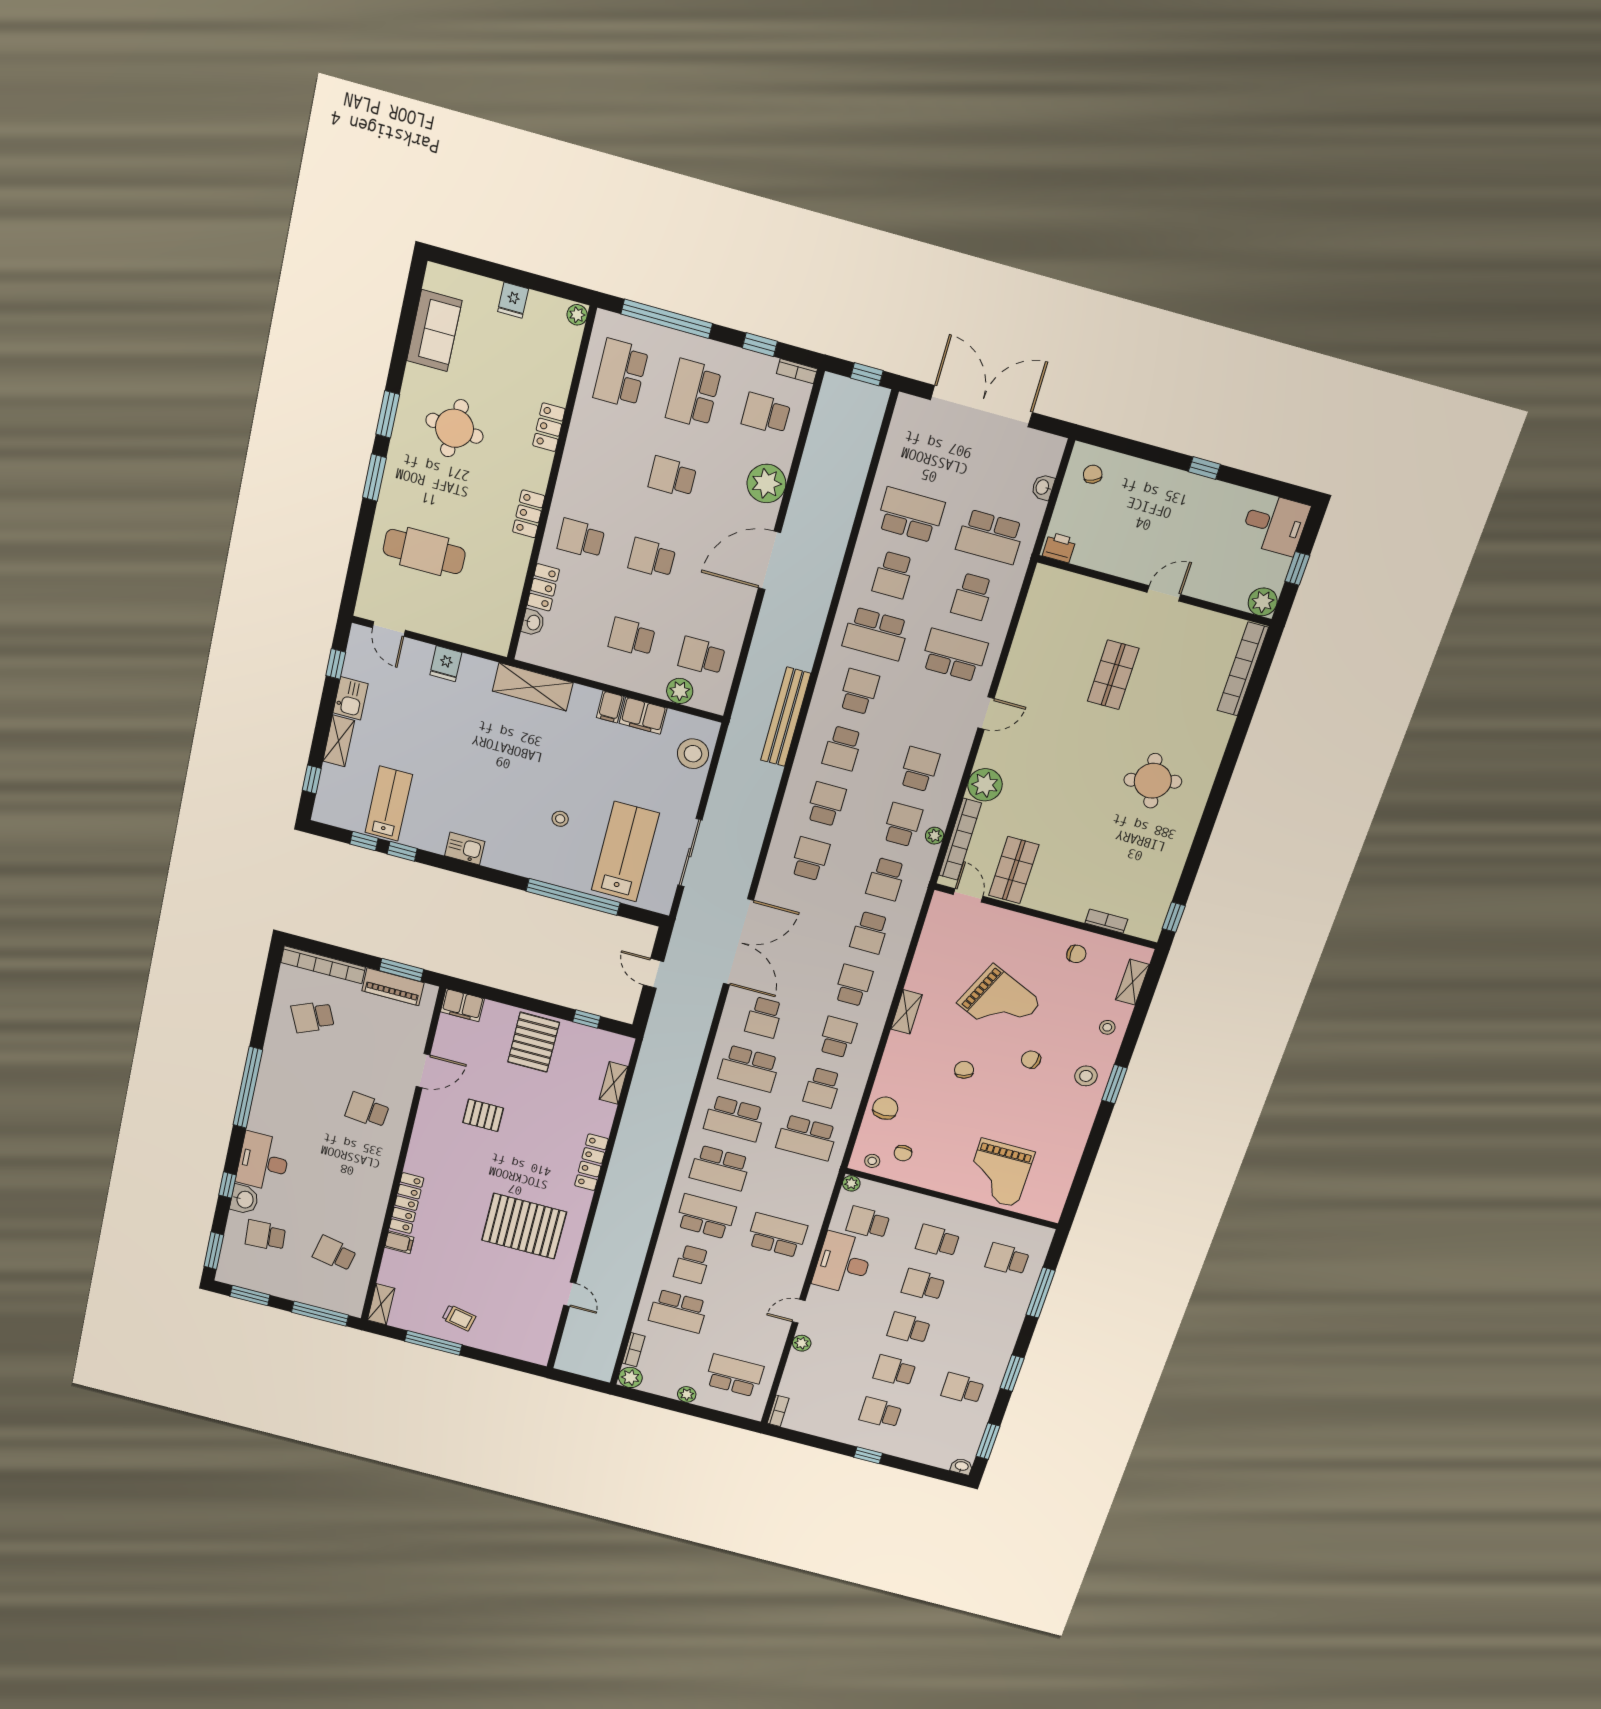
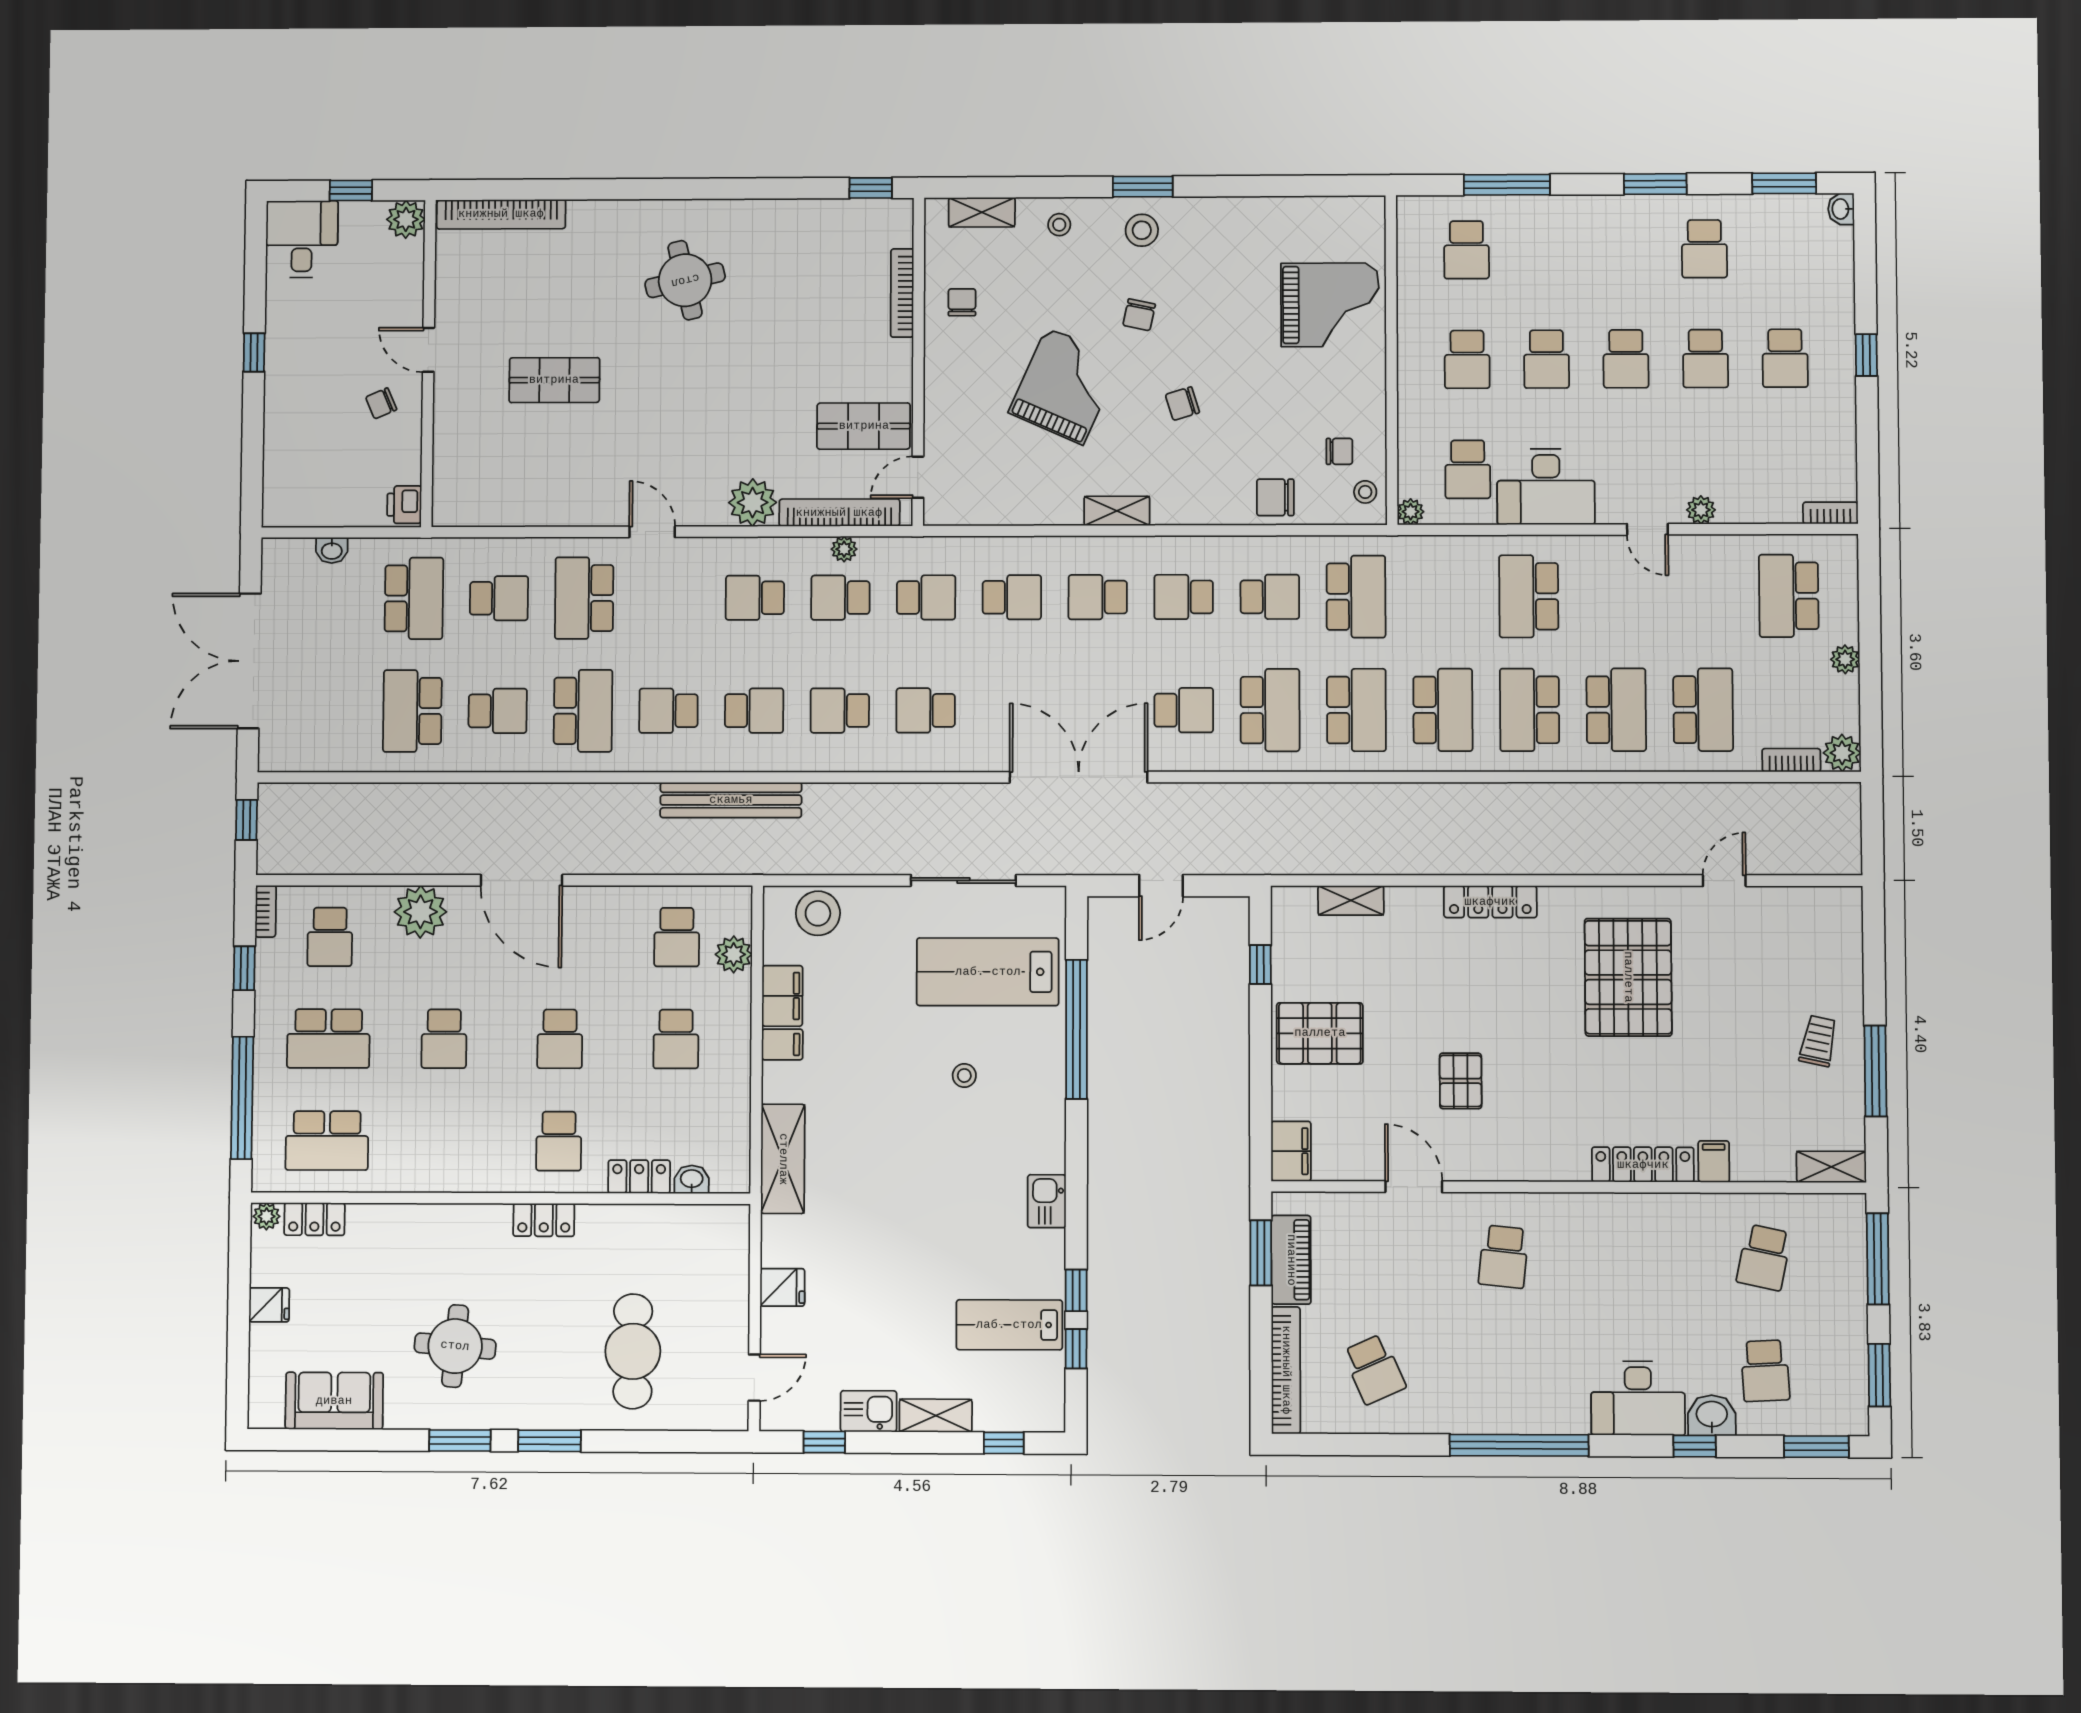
locker: (549, 427) -> (314, 1219), moved
chair: (1093, 474) -> (381, 403), moved
bookcase: (1106, 921) -> (902, 293), width x1.56
school desk: (692, 1264) -> (1616, 710), width x1.85

